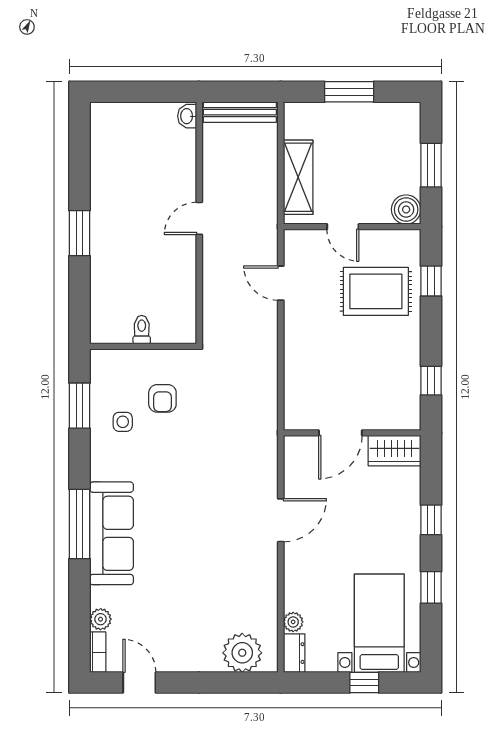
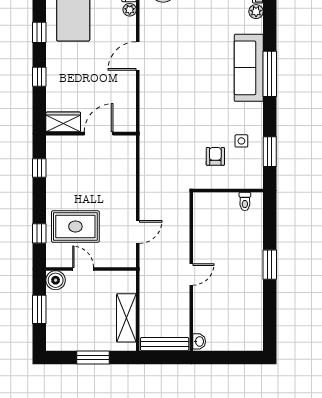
shelving: (298, 177) -> (126, 318), moved
door: (343, 227) -> (83, 269), moved
door: (281, 283) -> (138, 232), hinge flipped
toilet: (142, 330) -> (245, 201), moved
door: (281, 520) -> (138, 56), moved

